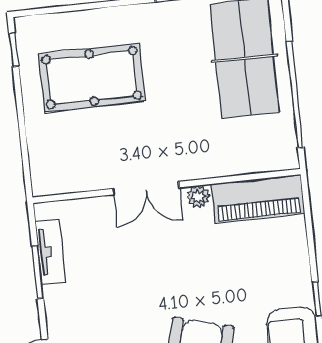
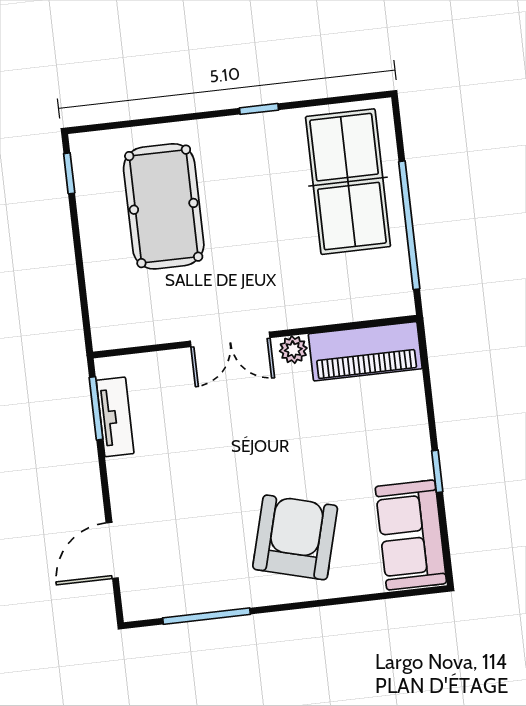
pool table: (92, 78) -> (164, 206), turned 90
window: (38, 272) -> (96, 408), moved

